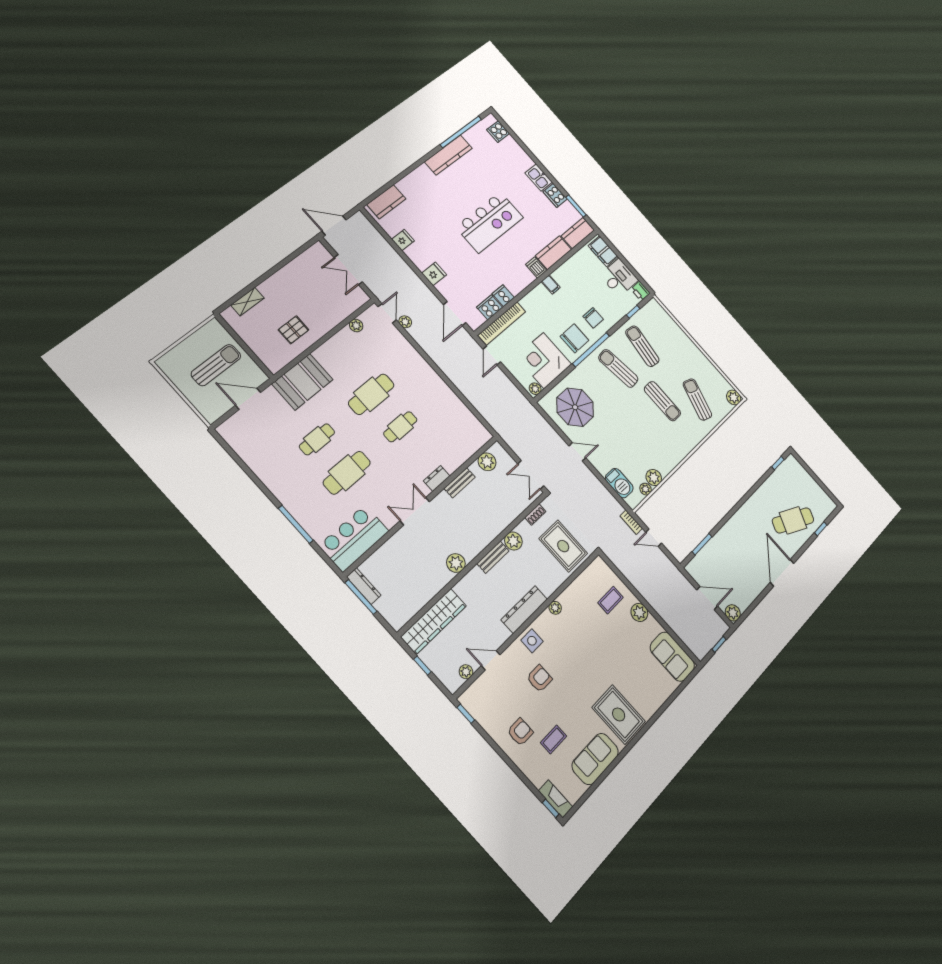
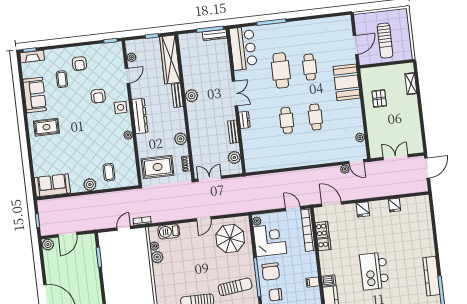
kitchen counter: (386, 202) -> (424, 212), removed
kitchen island: (490, 222) -> (374, 271), width x0.73
cafe table: (371, 394) -> (315, 117), width x0.73, depth x0.74
bench: (493, 557) -> (177, 95), moved
rug: (619, 715) -> (46, 127), width x0.73, depth x0.70

